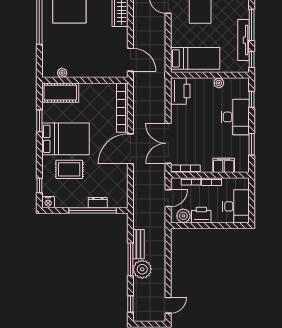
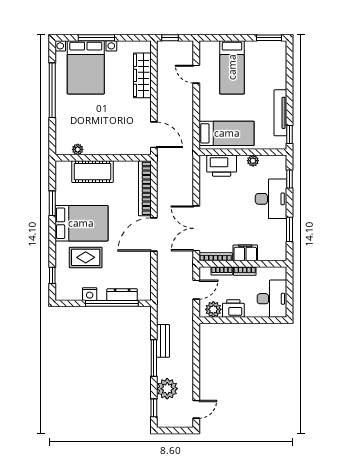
window: (252, 25) -> (290, 96), removed
printer: (180, 91) -> (222, 166), moved, turned 90
cot: (60, 93) -> (92, 172), moved
filing cabinet: (224, 165) -> (245, 253), moved
nightstand: (48, 202) -> (90, 294), moved
dresser: (98, 203) -> (122, 295), width x1.44
plant: (142, 269) -> (167, 389), moved

